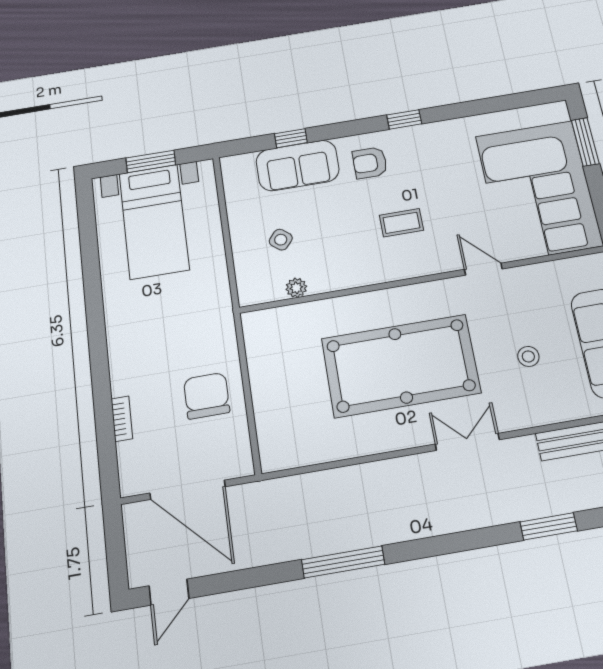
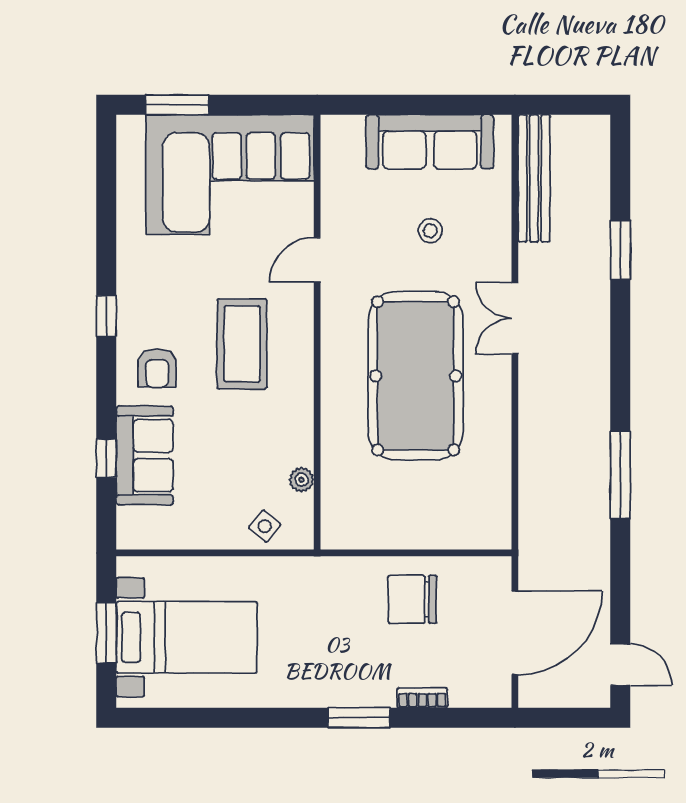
coffee table: (401, 223) -> (242, 344), width x1.86, depth x1.72
side table: (281, 240) -> (265, 526), moved
window: (100, 368) -> (359, 718), added

